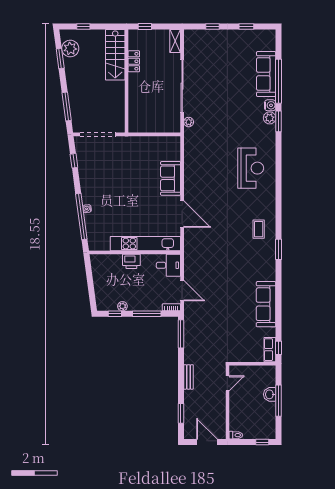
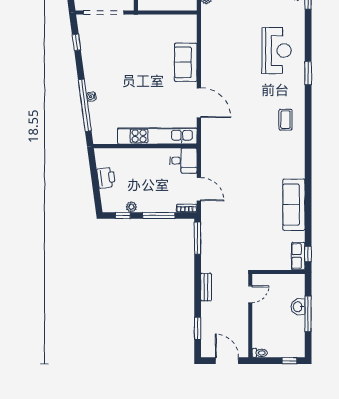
window: (279, 249) -> (308, 73), moved
printer: (131, 261) -> (106, 178), moved, turned -98

